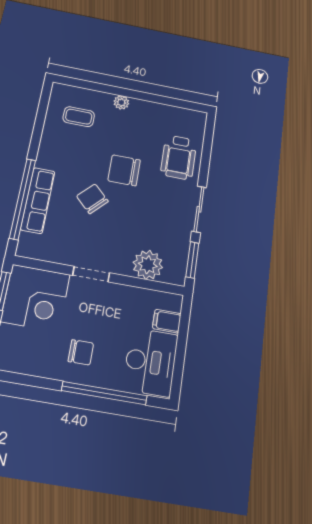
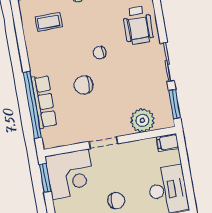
chair: (124, 170) -> (99, 53), width x0.54, depth x0.54
chair: (92, 199) -> (84, 85), turned -44
filing cabinet: (167, 321) -> (168, 143), moved

